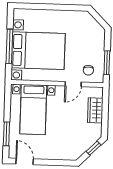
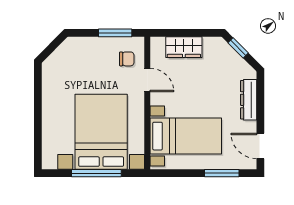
dresser: (57, 154) -> (249, 100), added
door: (25, 161) -> (260, 146), hinge flipped

